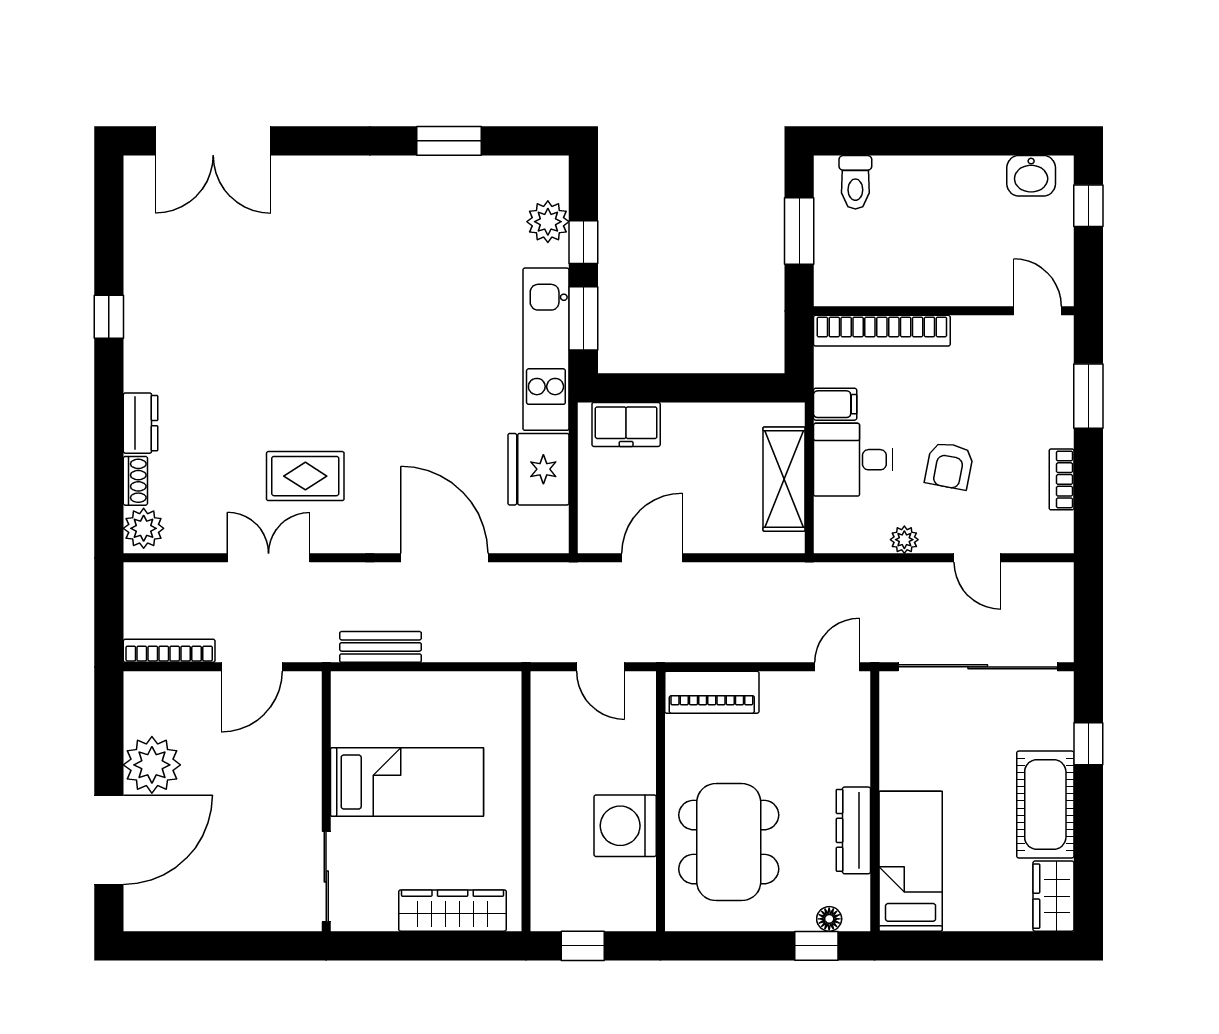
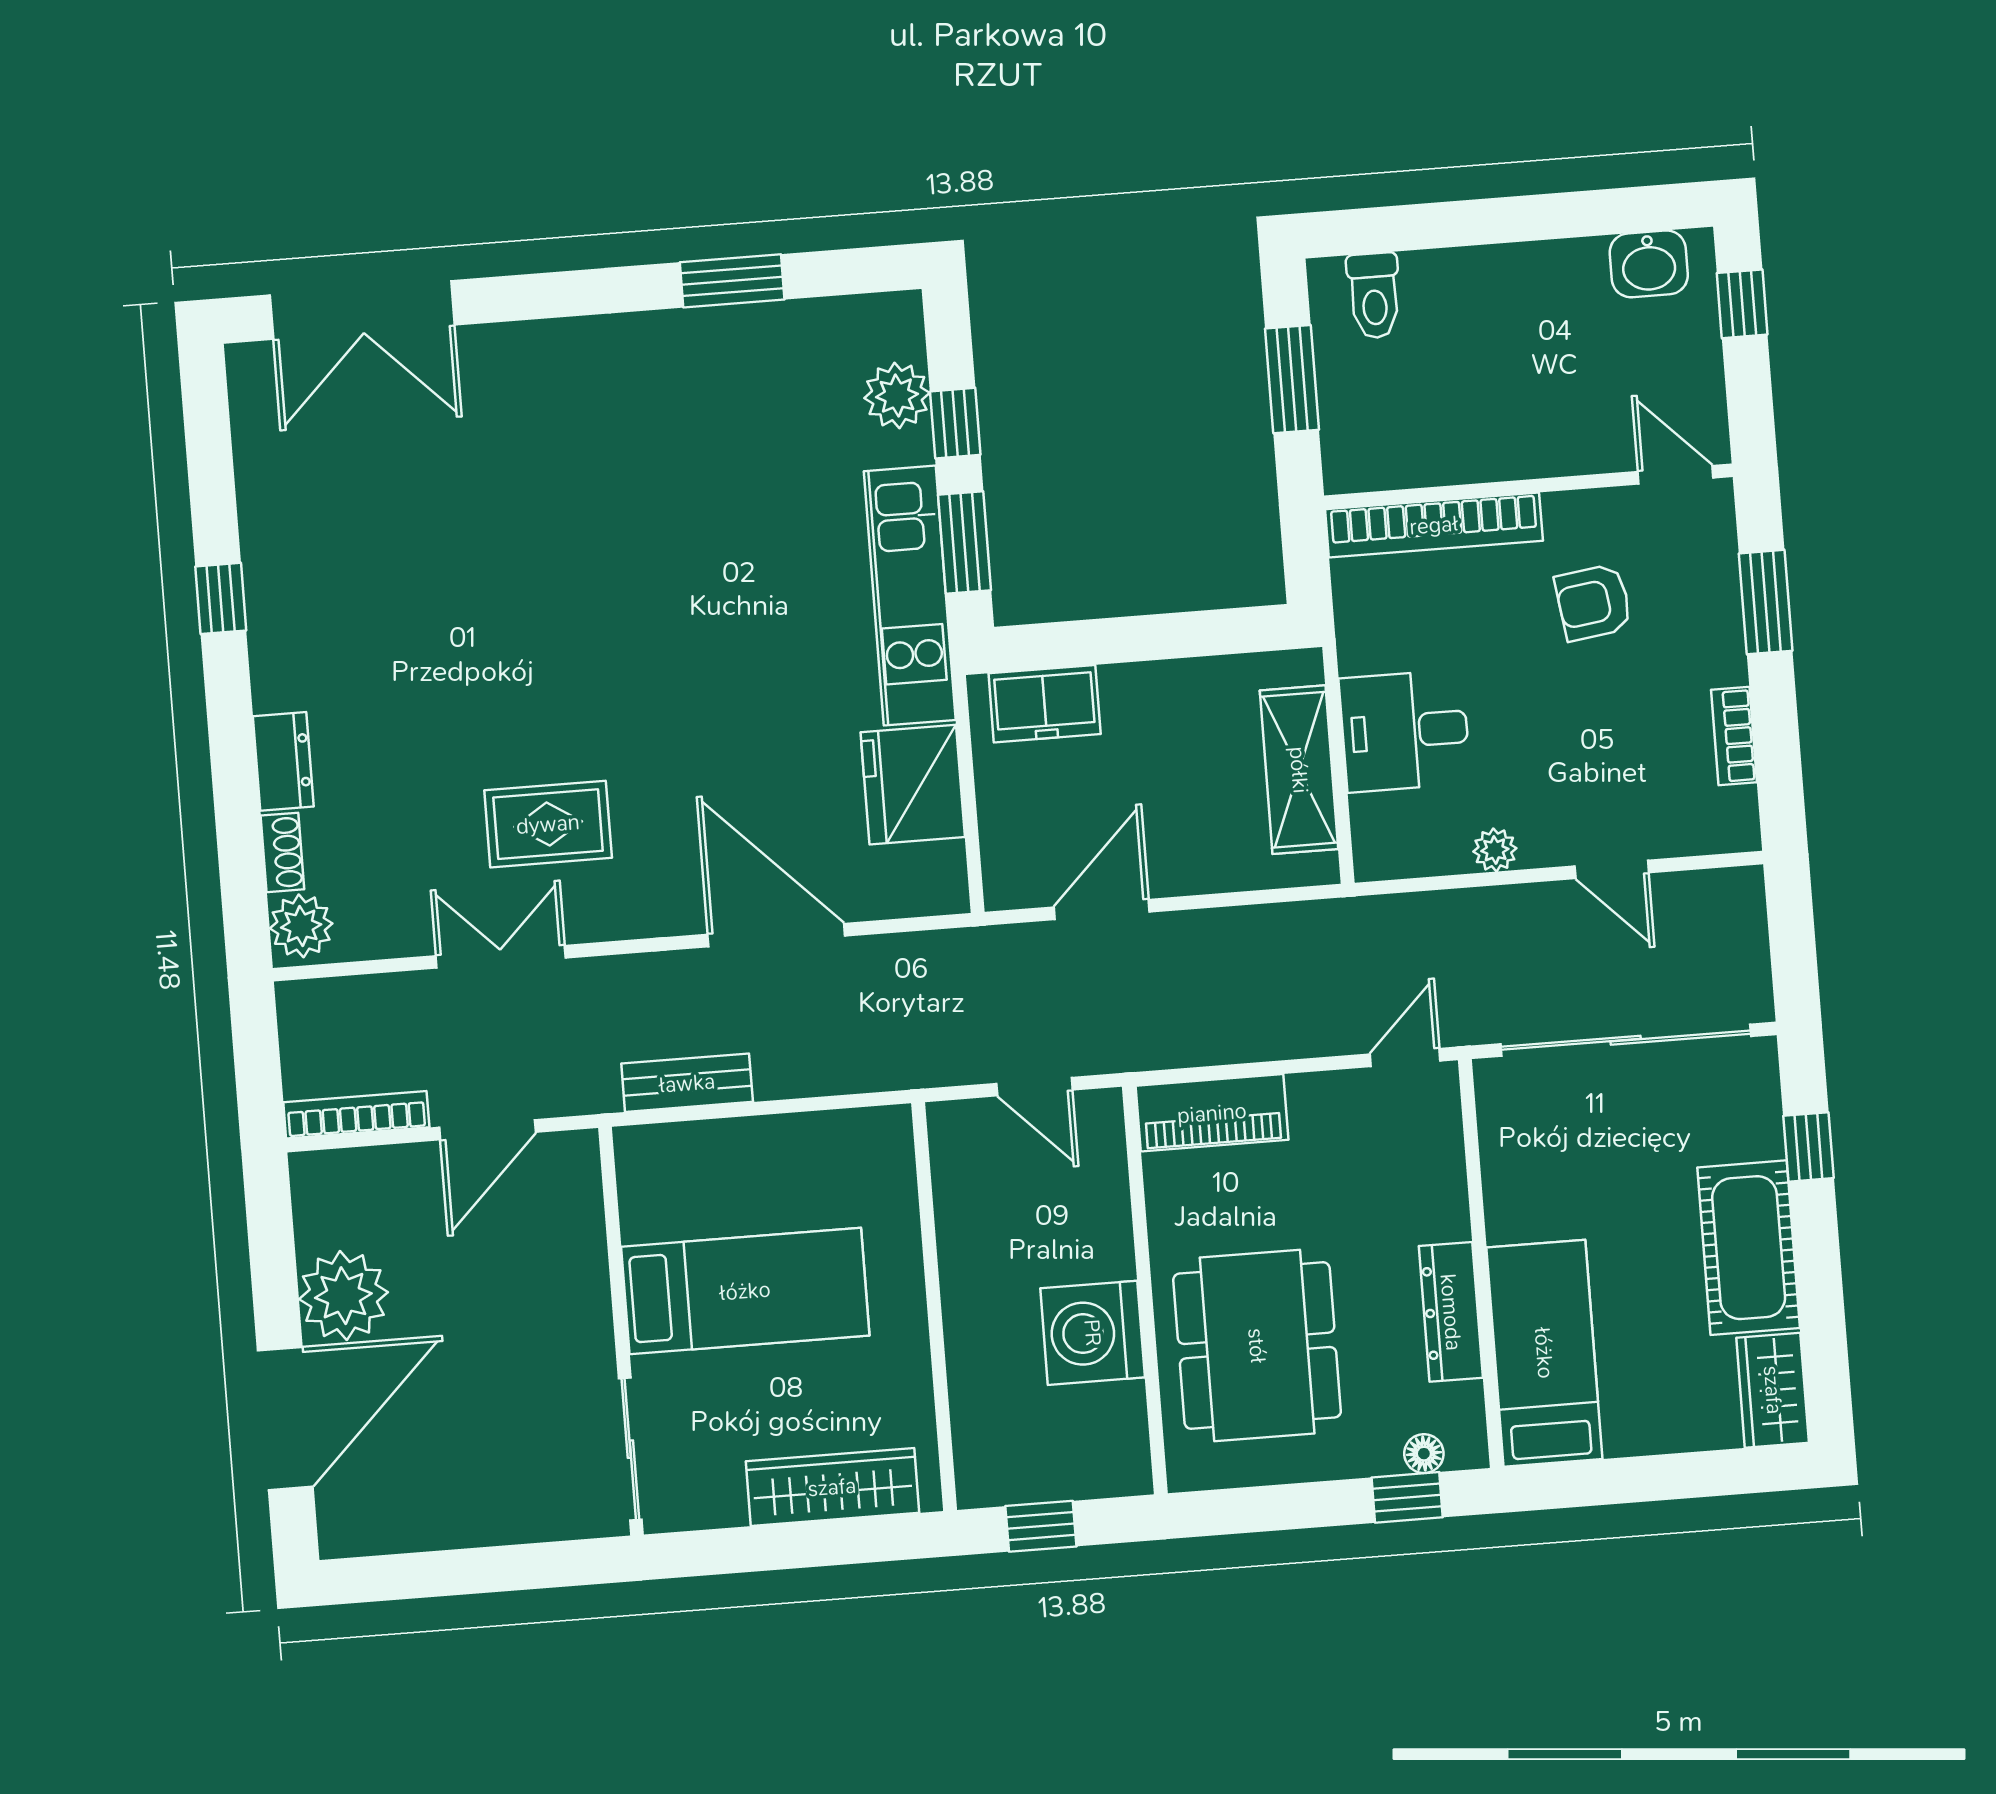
filing cabinet: (835, 404) -> (1370, 646), removed
armchair: (949, 466) -> (1593, 602), moved, turned 71

